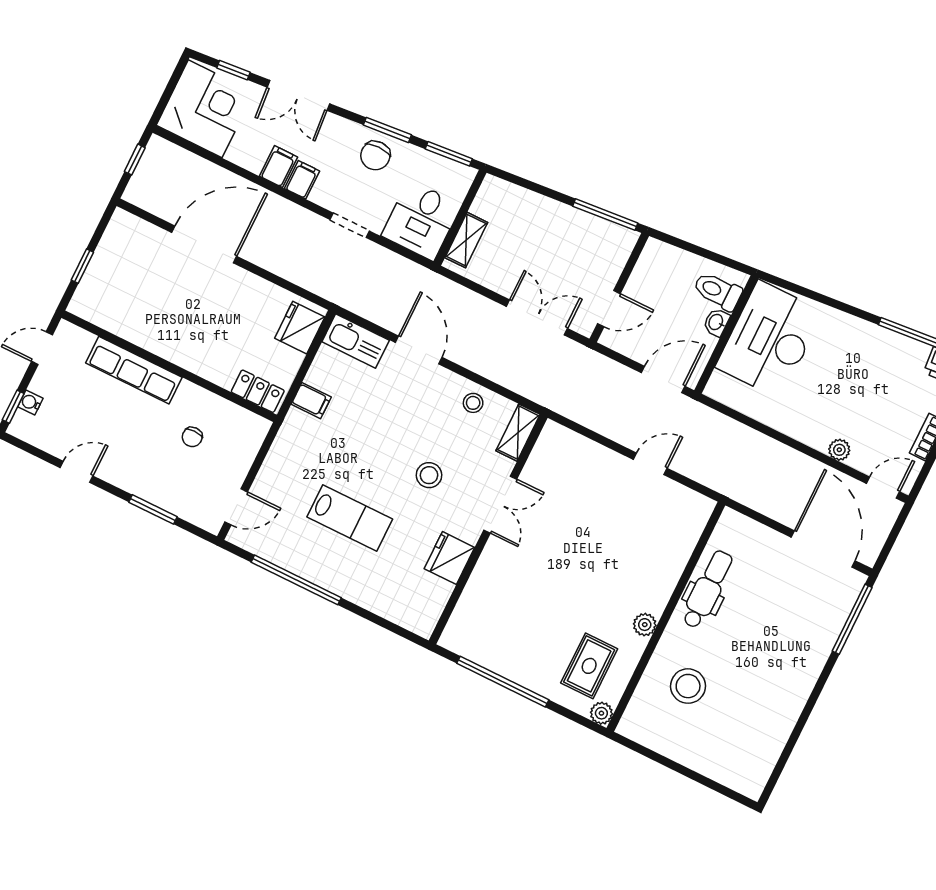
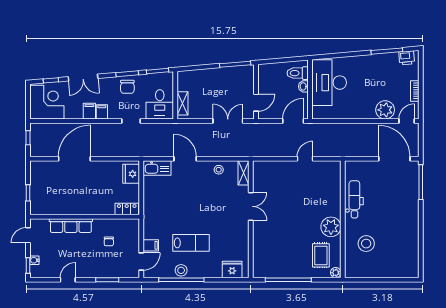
filing cabinet: (311, 401) -> (151, 245), moved
plant: (839, 450) -> (385, 110), width x1.88, depth x1.88
stool: (429, 475) -> (181, 270), moved
fridge: (449, 558) -> (232, 269), moved, turned 90
plant: (645, 625) -> (331, 227), width x1.88, depth x1.88

